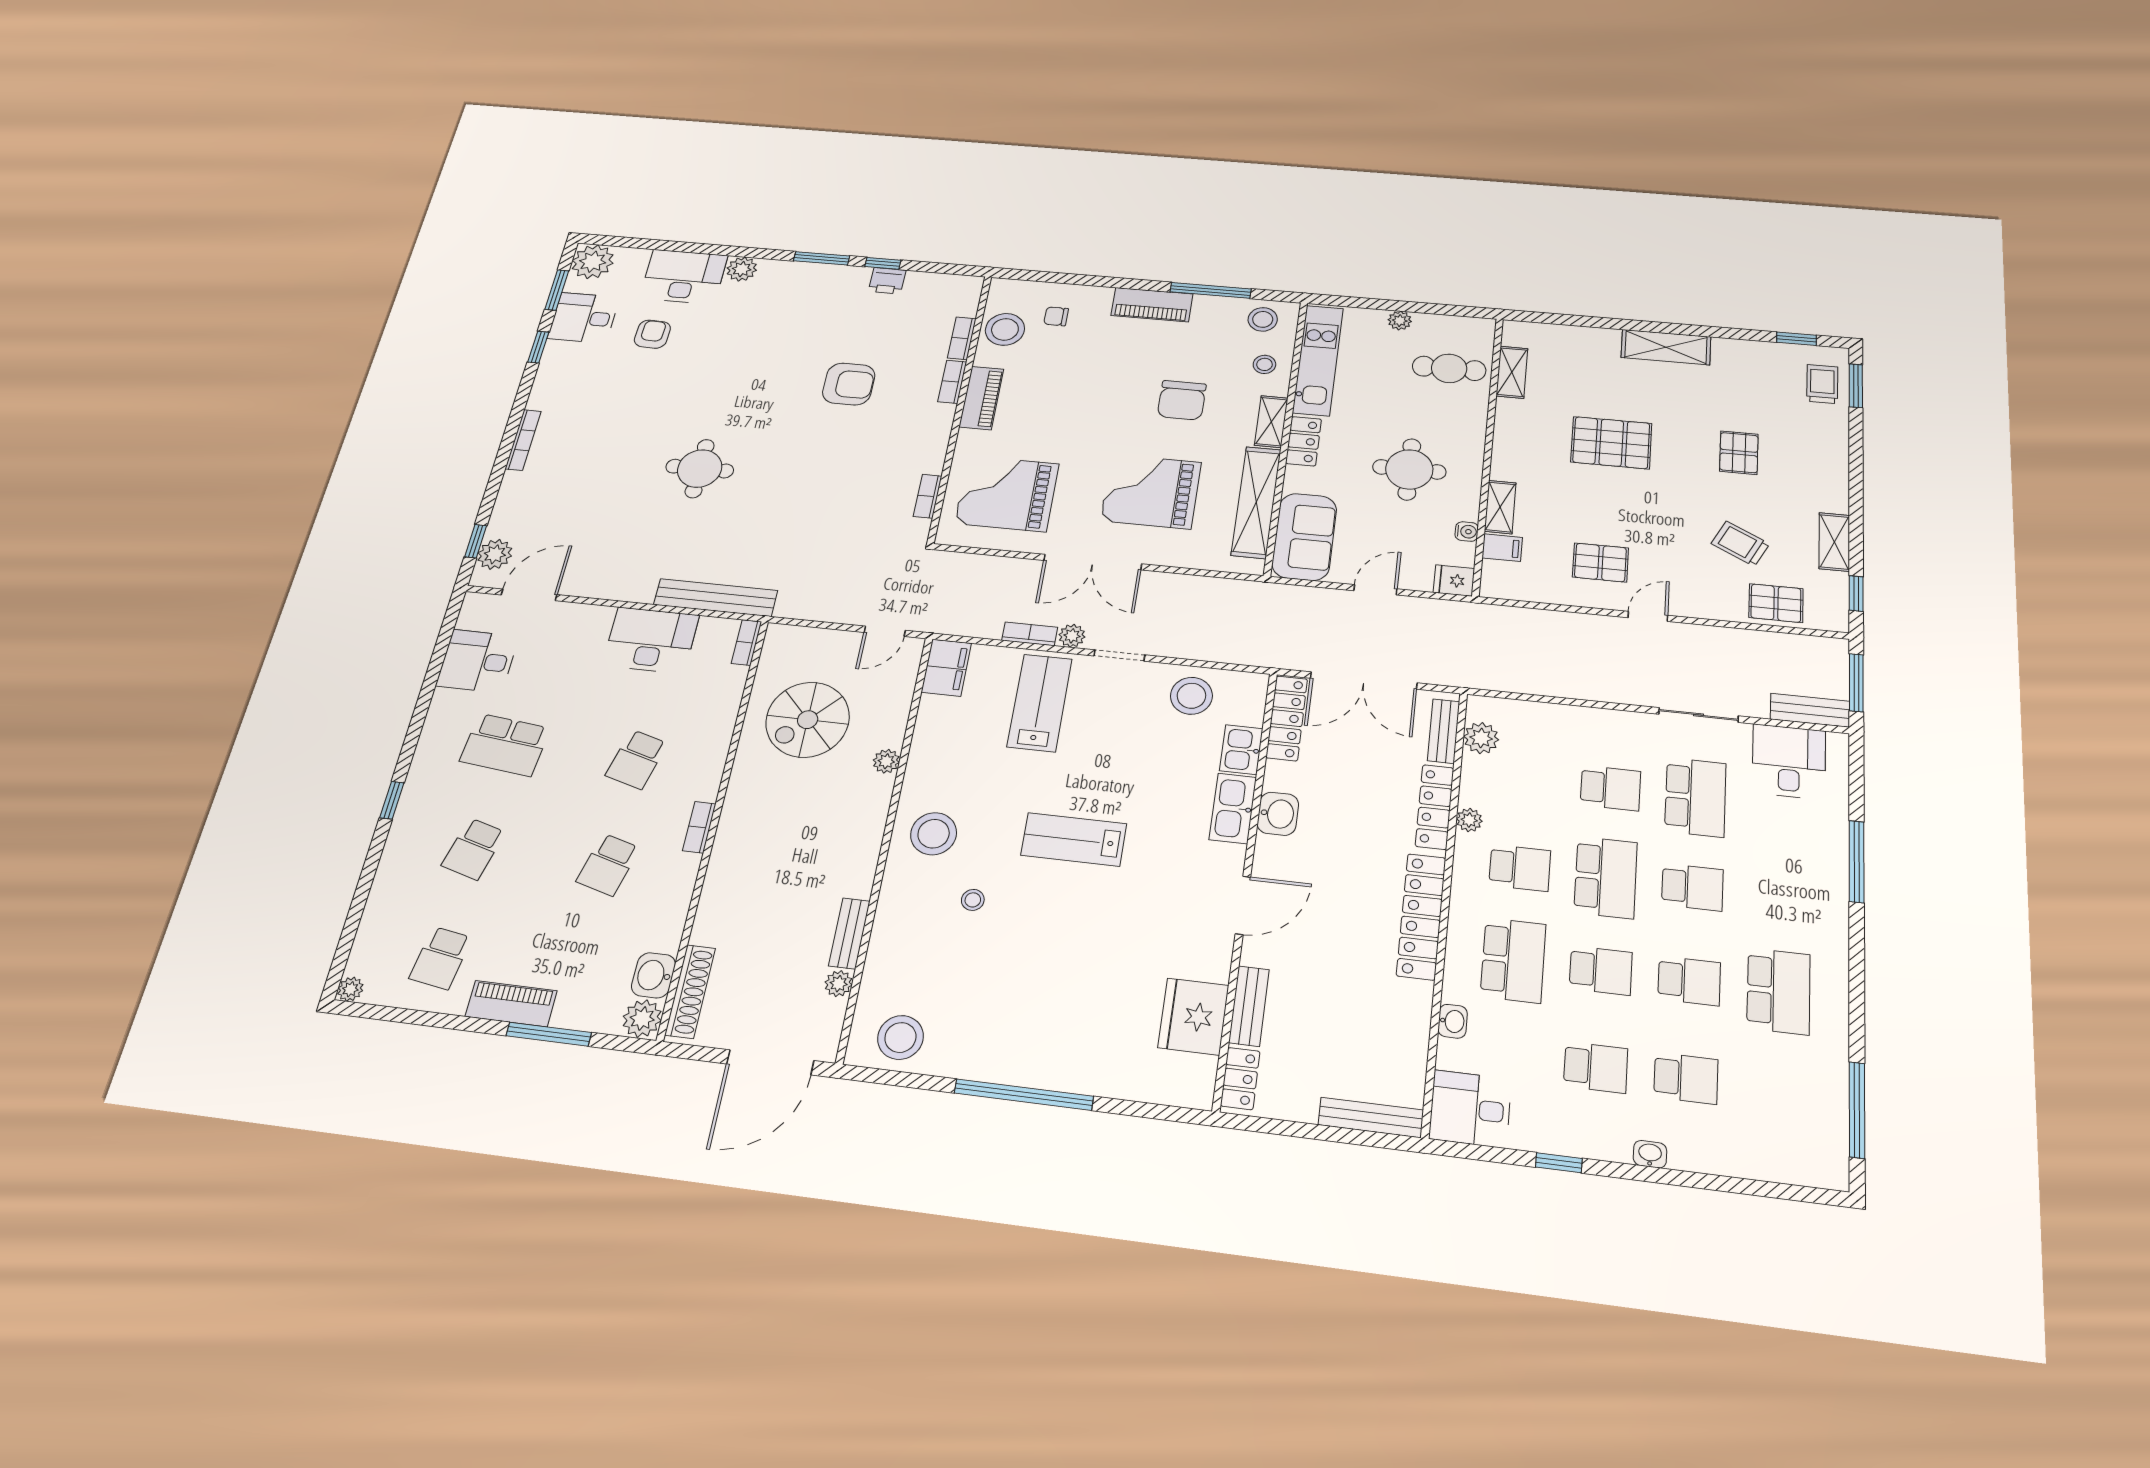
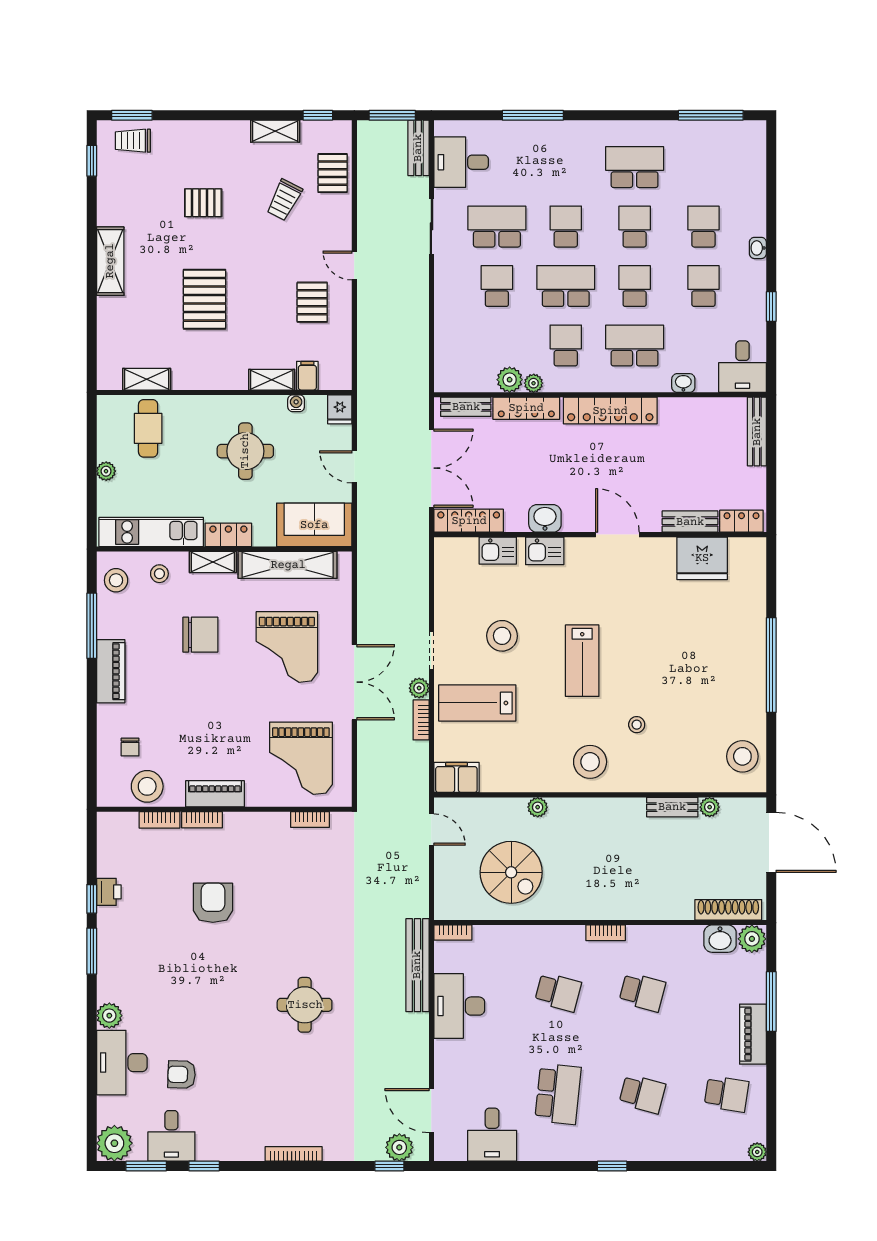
stool: (1191, 696) -> (502, 636), moved
plant: (1481, 738) -> (510, 380), moved
kitchen sink: (1233, 808) -> (545, 551), width x0.73

